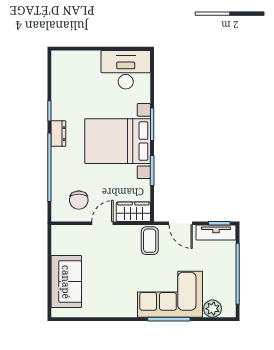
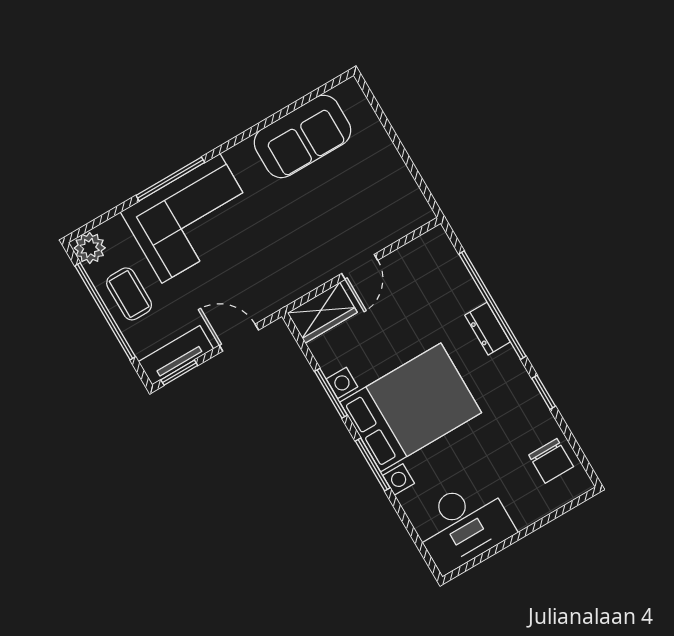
dresser: (58, 134) -> (488, 329), moved
chair: (79, 200) -> (551, 461), moved, turned 180
coffee table: (150, 241) -> (129, 294), moved
sofa: (66, 282) -> (302, 136), moved, turned -90
plant: (213, 309) -> (90, 248), moved

